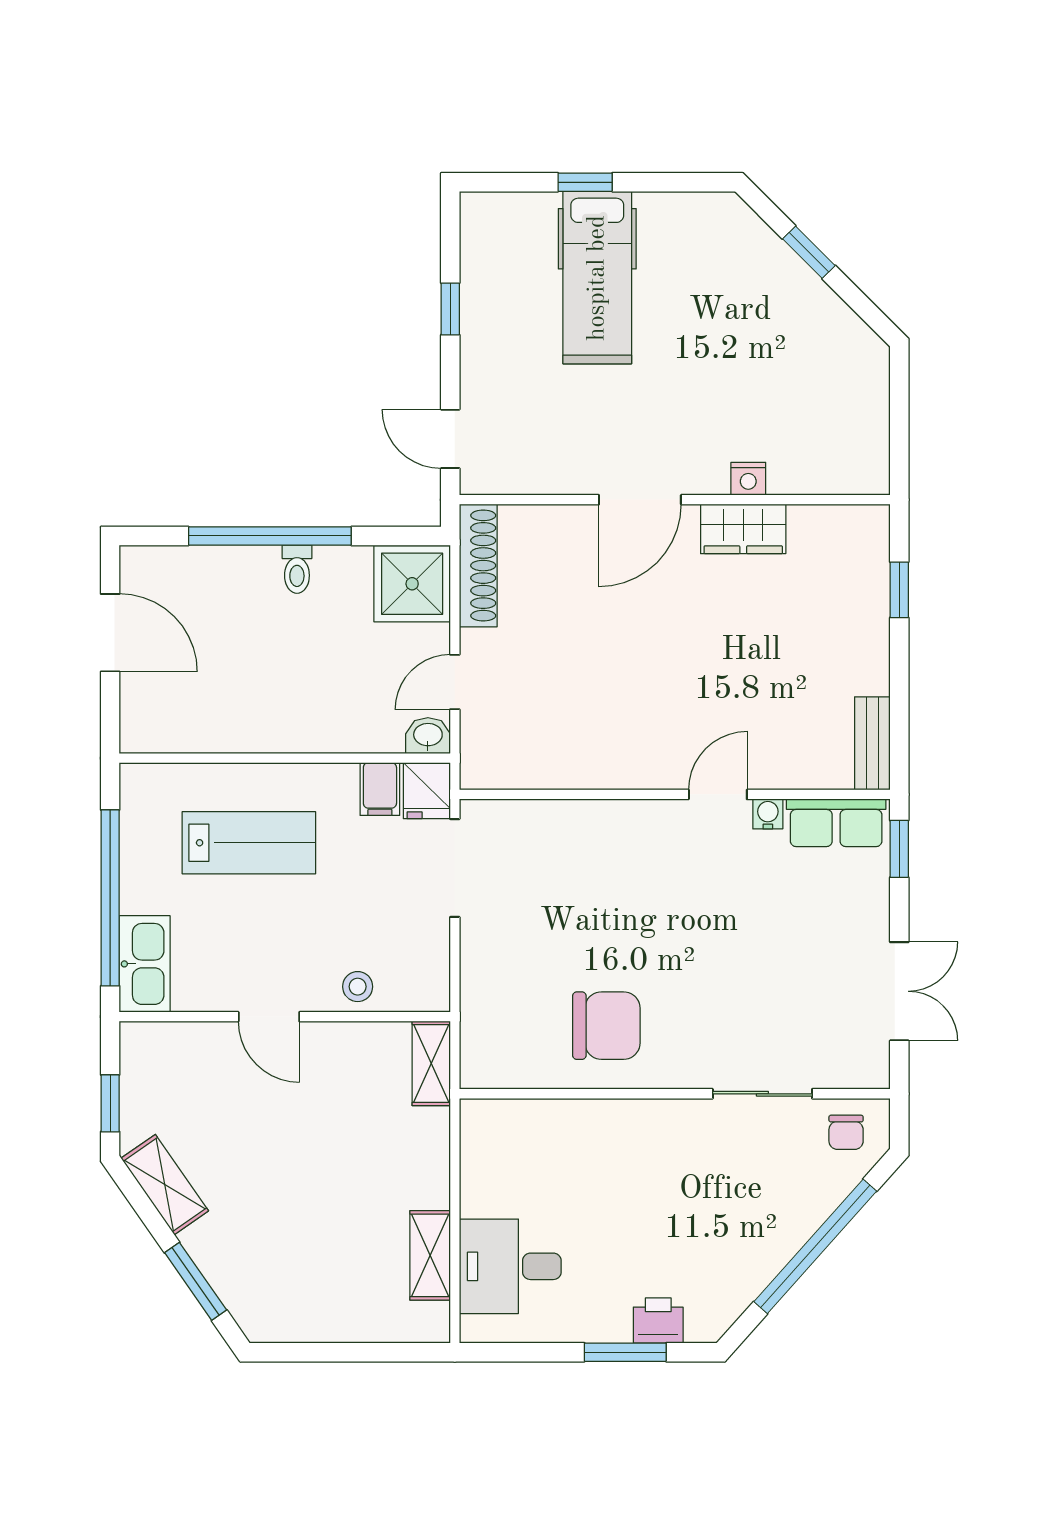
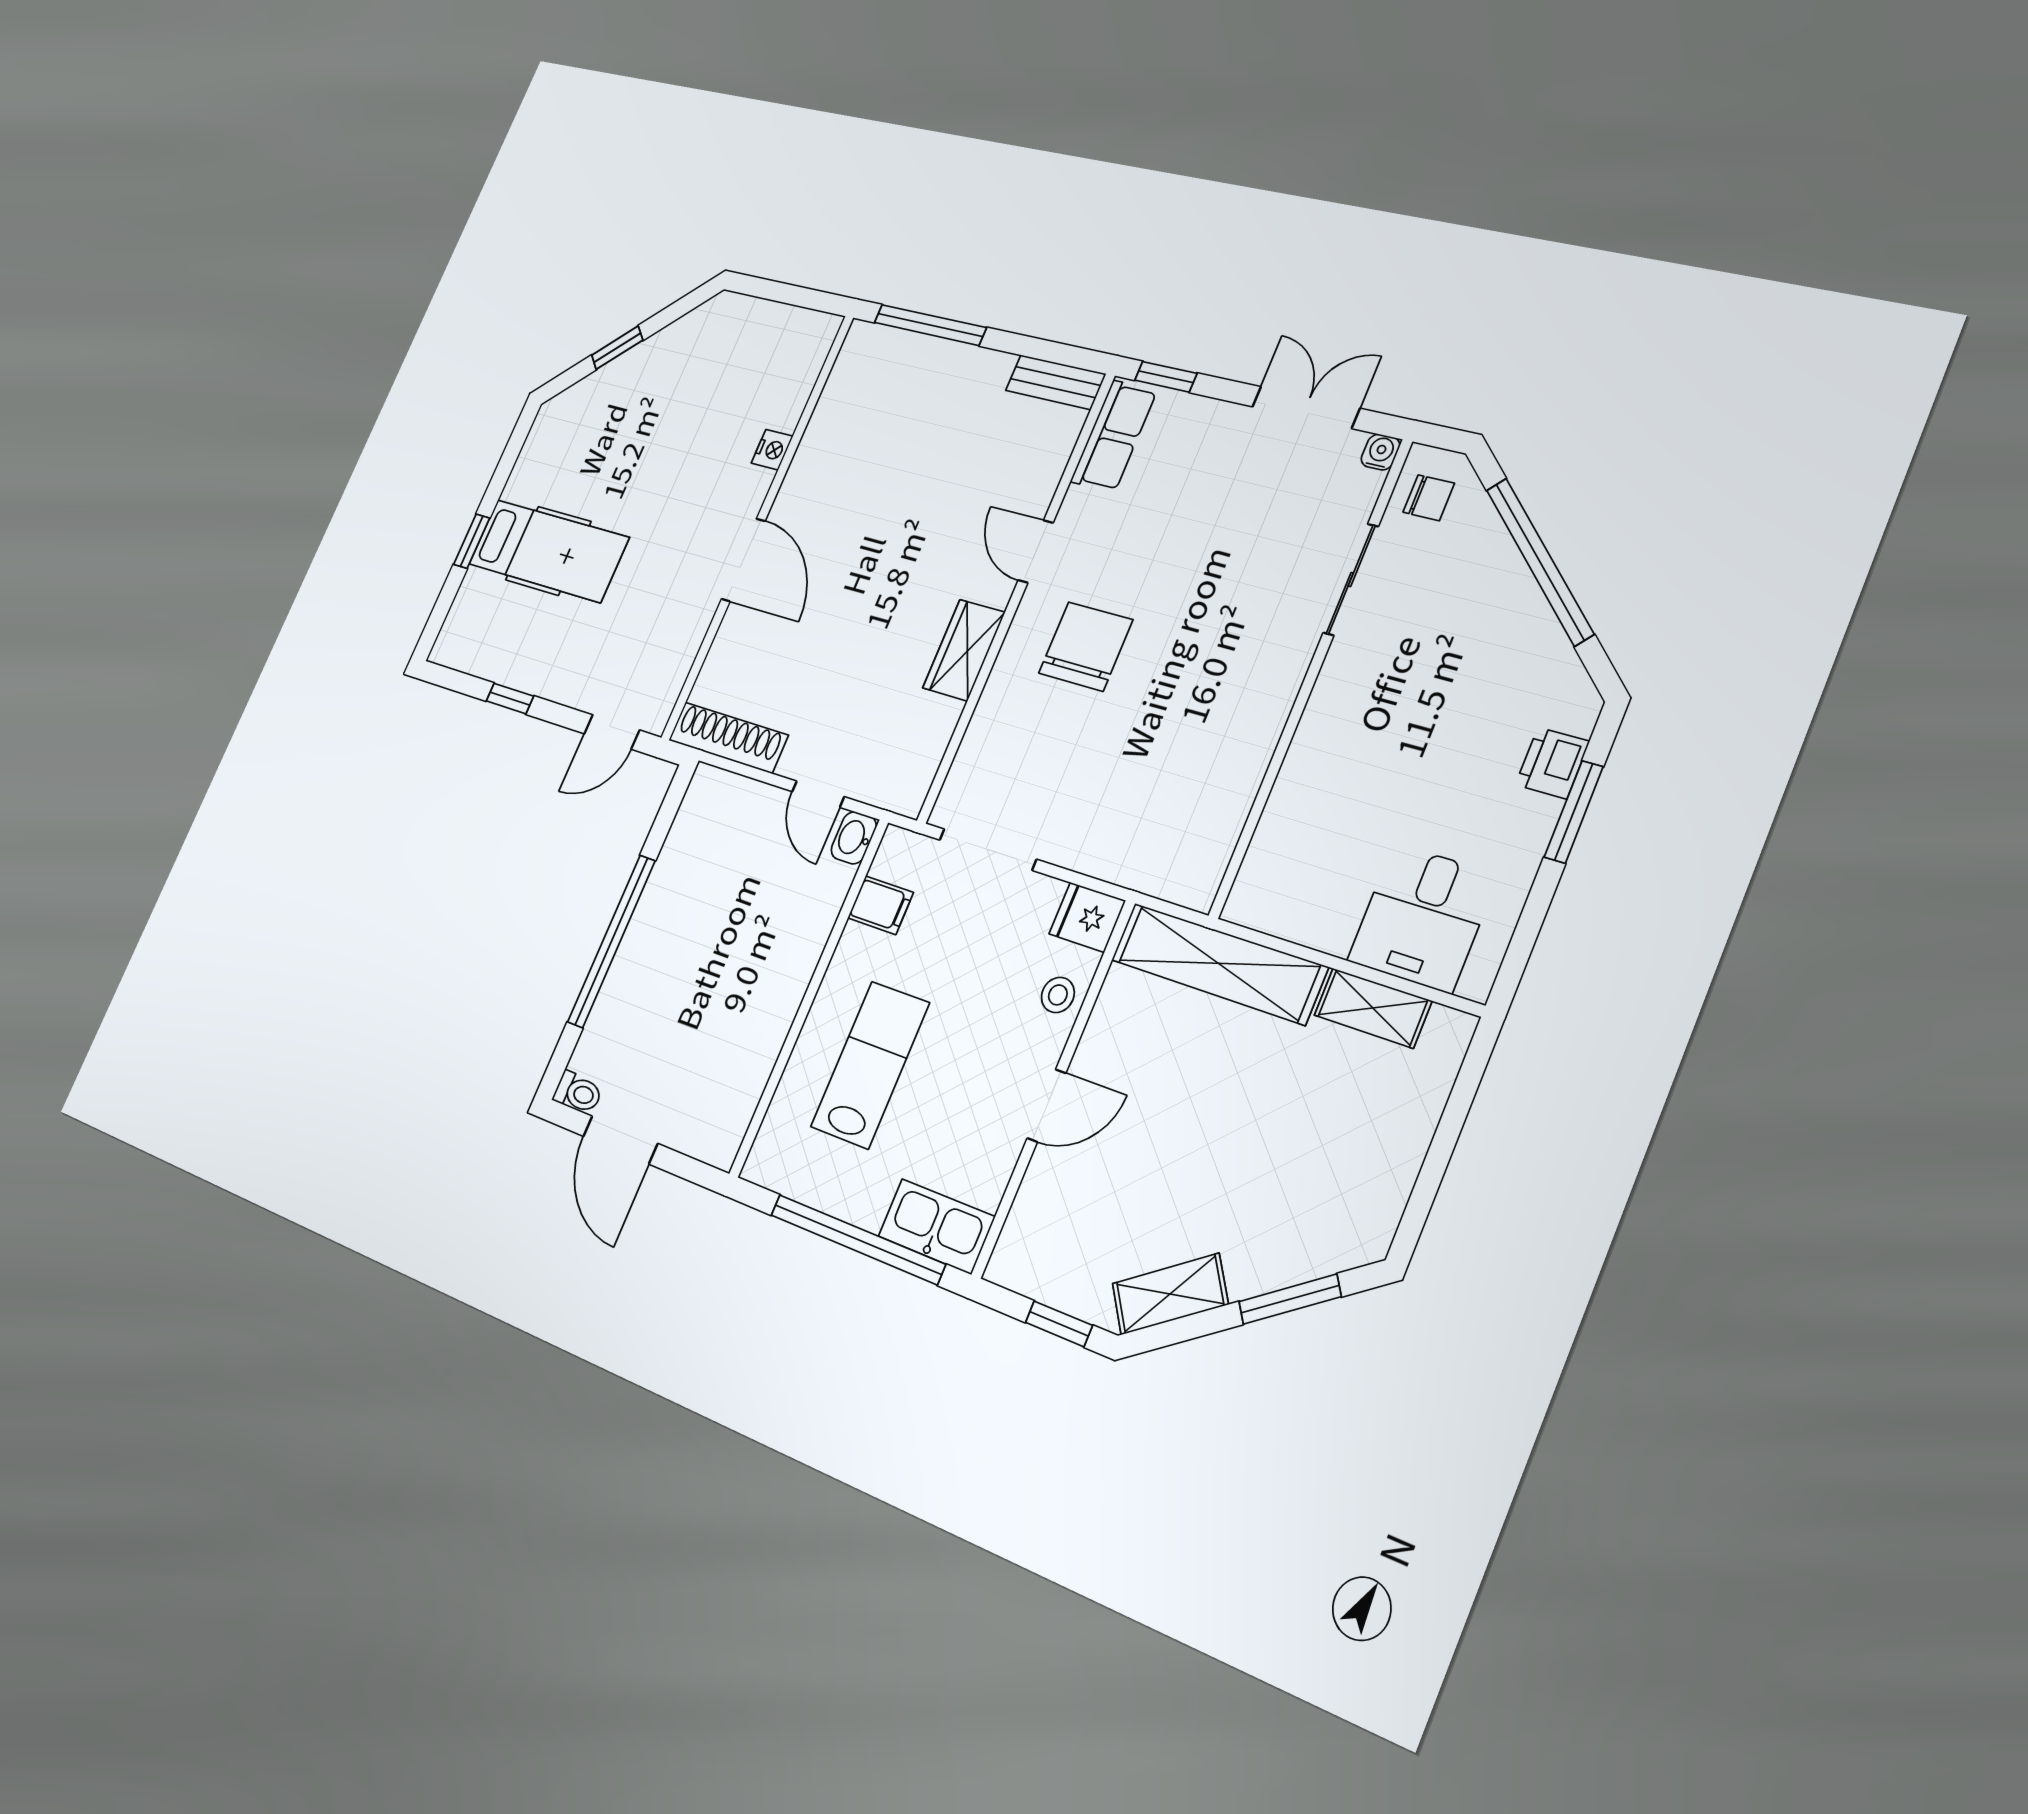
wardrobe: (743, 529) -> (964, 650), moved, turned 180
toilet: (297, 569) -> (578, 1093), moved
shower: (412, 584) -> (714, 810), removed
window: (899, 590) -> (930, 325), width x2.17
door: (110, 633) -> (620, 1140), swing flipped
fridge: (427, 791) -> (1087, 917), moved, turned 180
water cooler: (768, 814) -> (1380, 452), moved, turned 90
chair: (606, 1026) -> (1086, 646), moved
shelving: (431, 1063) -> (1218, 963), width x2.20, depth x1.33

